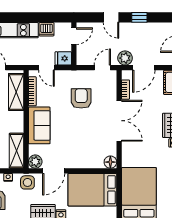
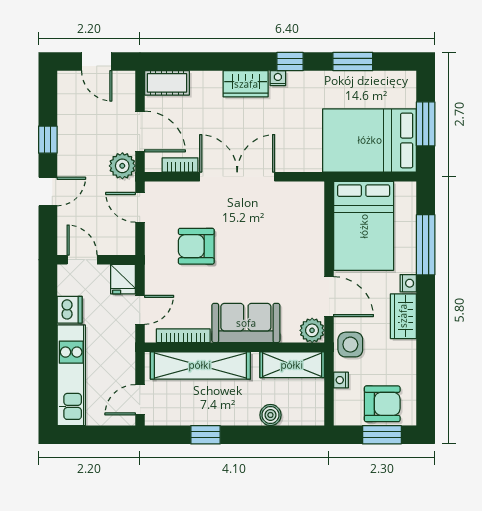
shelving: (16, 92) -> (200, 365), width x1.47
floor lamp: (110, 162) -> (313, 193), removed

